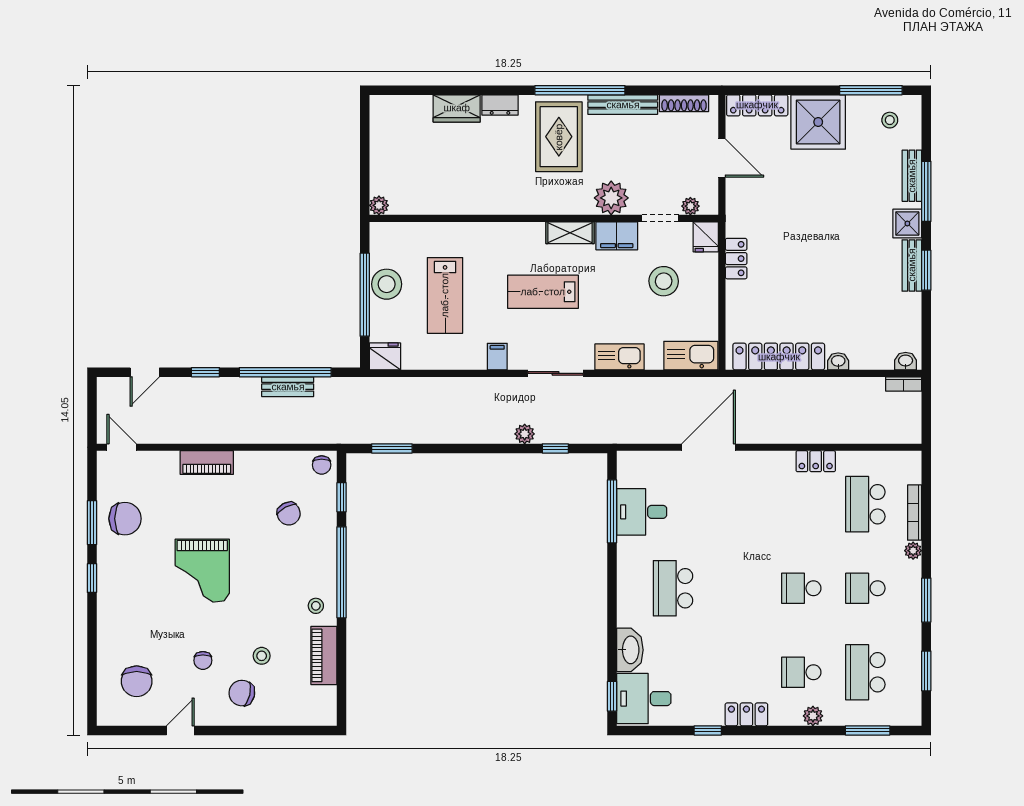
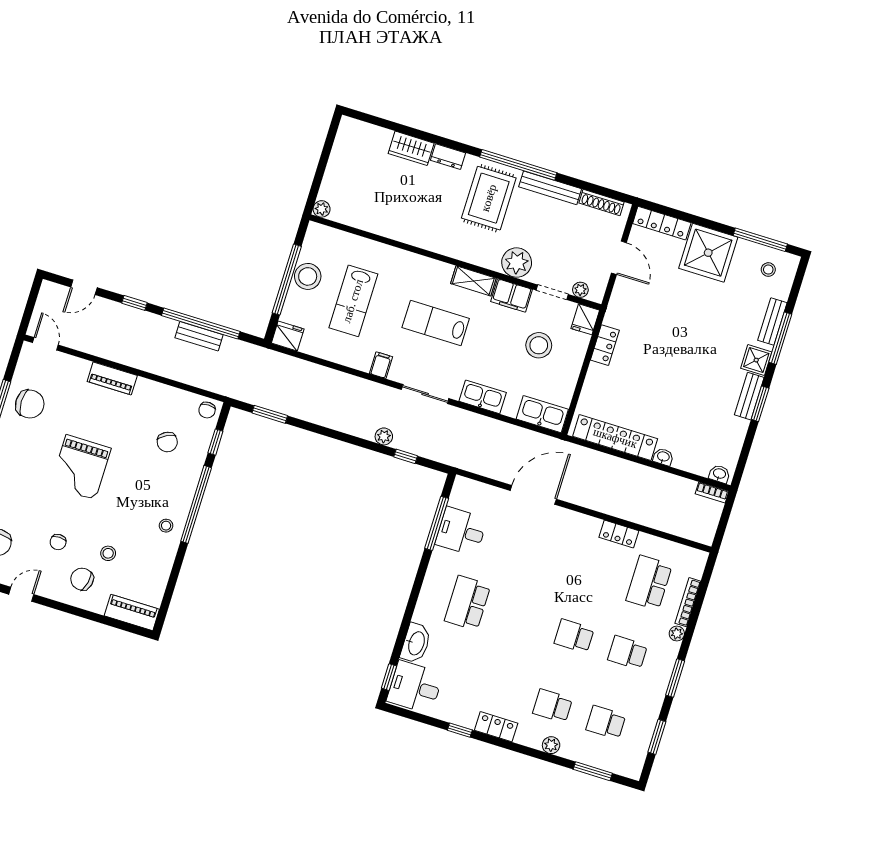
piano: (324, 655) -> (132, 612), moved, turned 90
school desk: (865, 672) -> (606, 722), width x0.54

